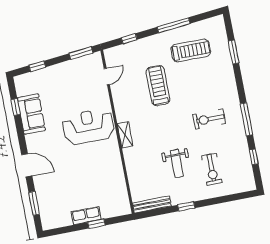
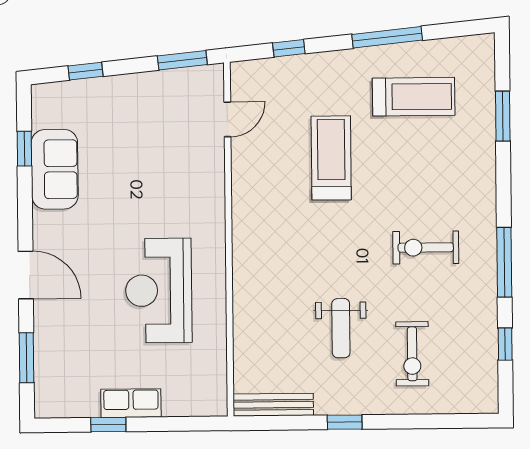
reception desk: (88, 127) -> (159, 291), moved, turned -90
shelving: (125, 135) -> (244, 248), removed
window: (96, 224) -> (108, 425), moved

